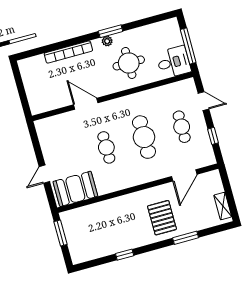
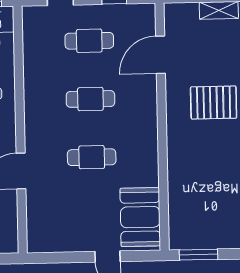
cafe table: (144, 137) -> (90, 99), width x0.73, depth x0.74
door: (184, 175) -> (161, 55), swing flipped

